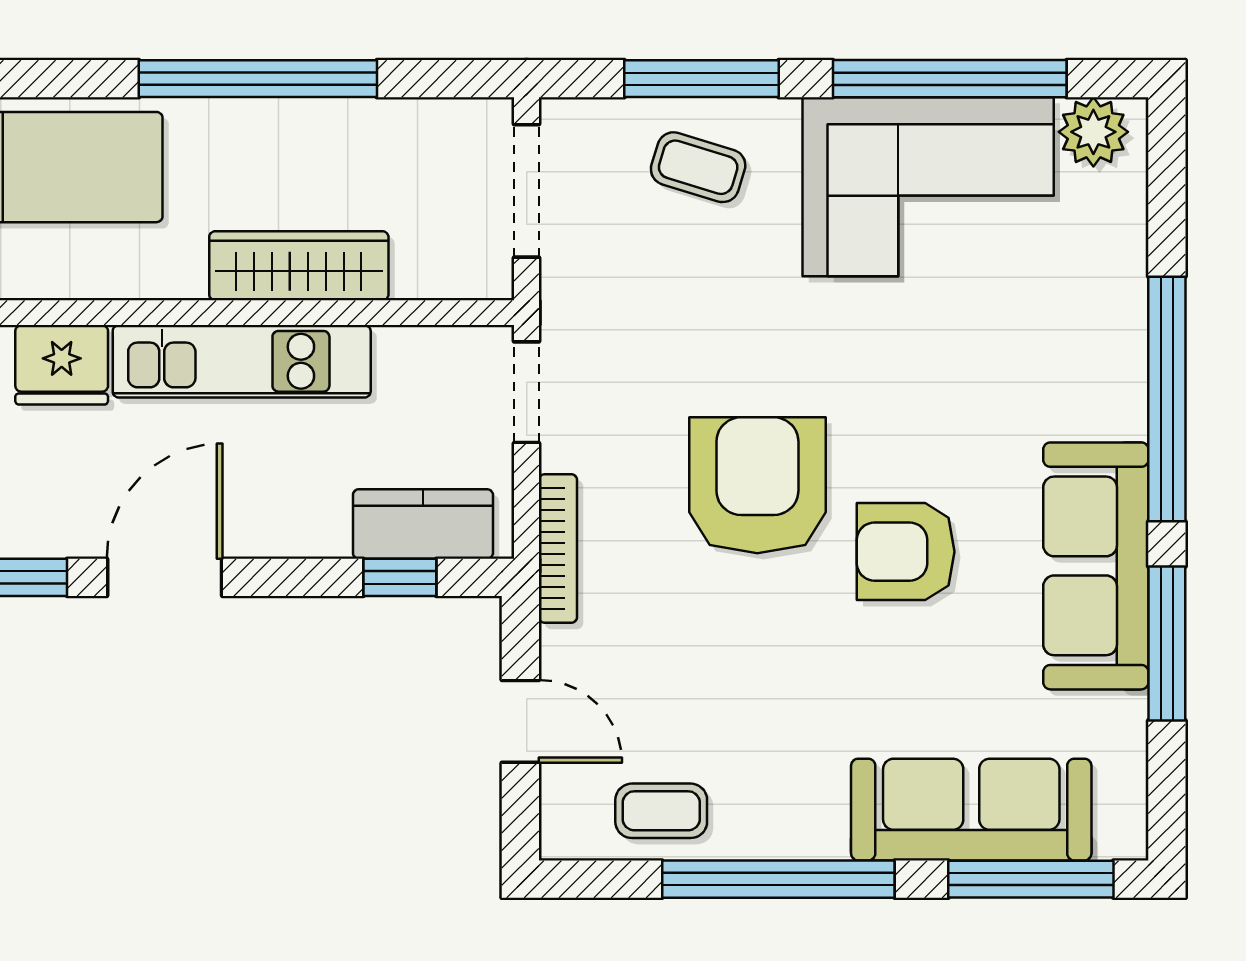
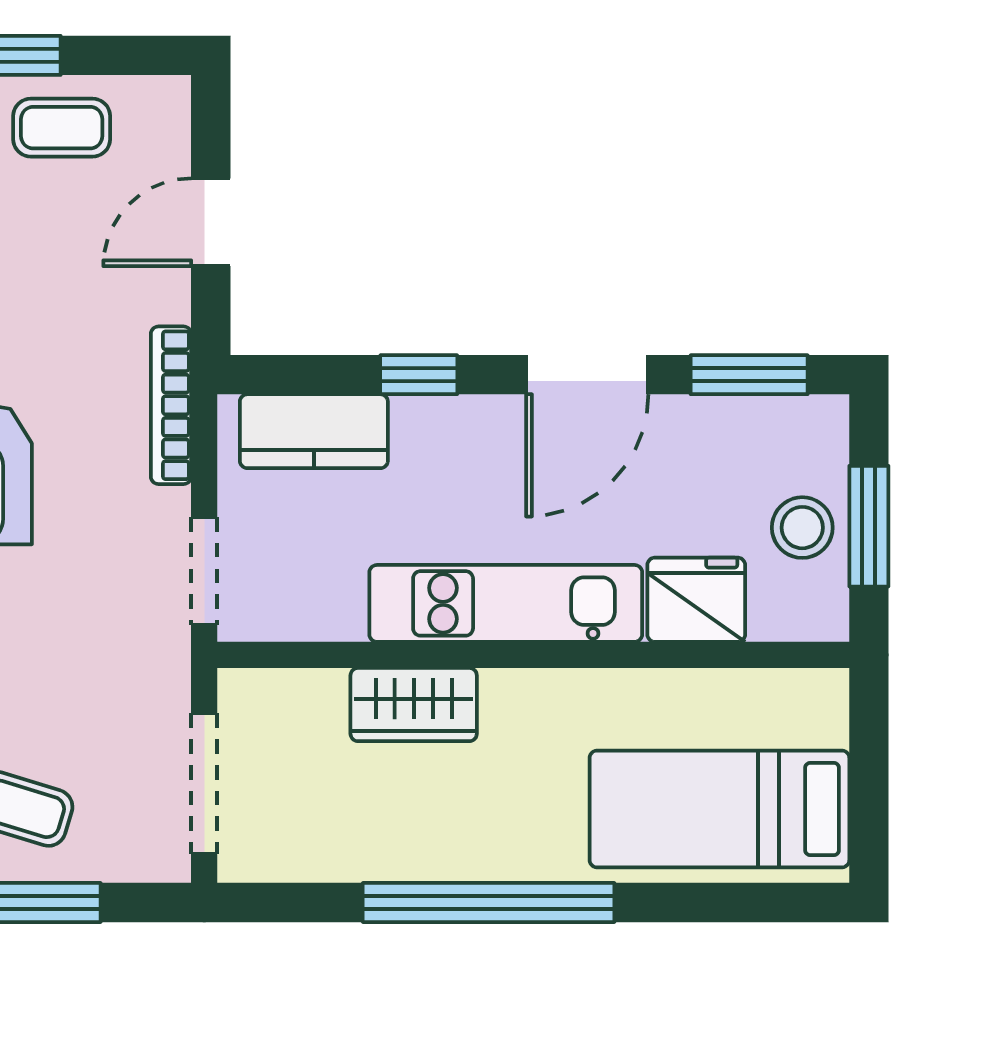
wardrobe: (299, 266) -> (414, 705), width x0.67
window: (400, 577) -> (419, 375), moved
door: (520, 721) -> (211, 222), hinge flipped

